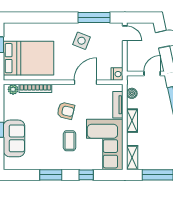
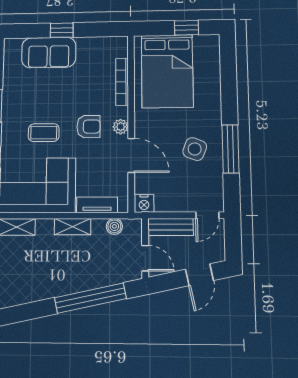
window: (94, 18) -> (230, 149), moved
bench: (132, 57) -> (170, 227), added
plant: (13, 89) -> (121, 127), moved
armchair: (66, 111) -> (88, 127), turned -103

